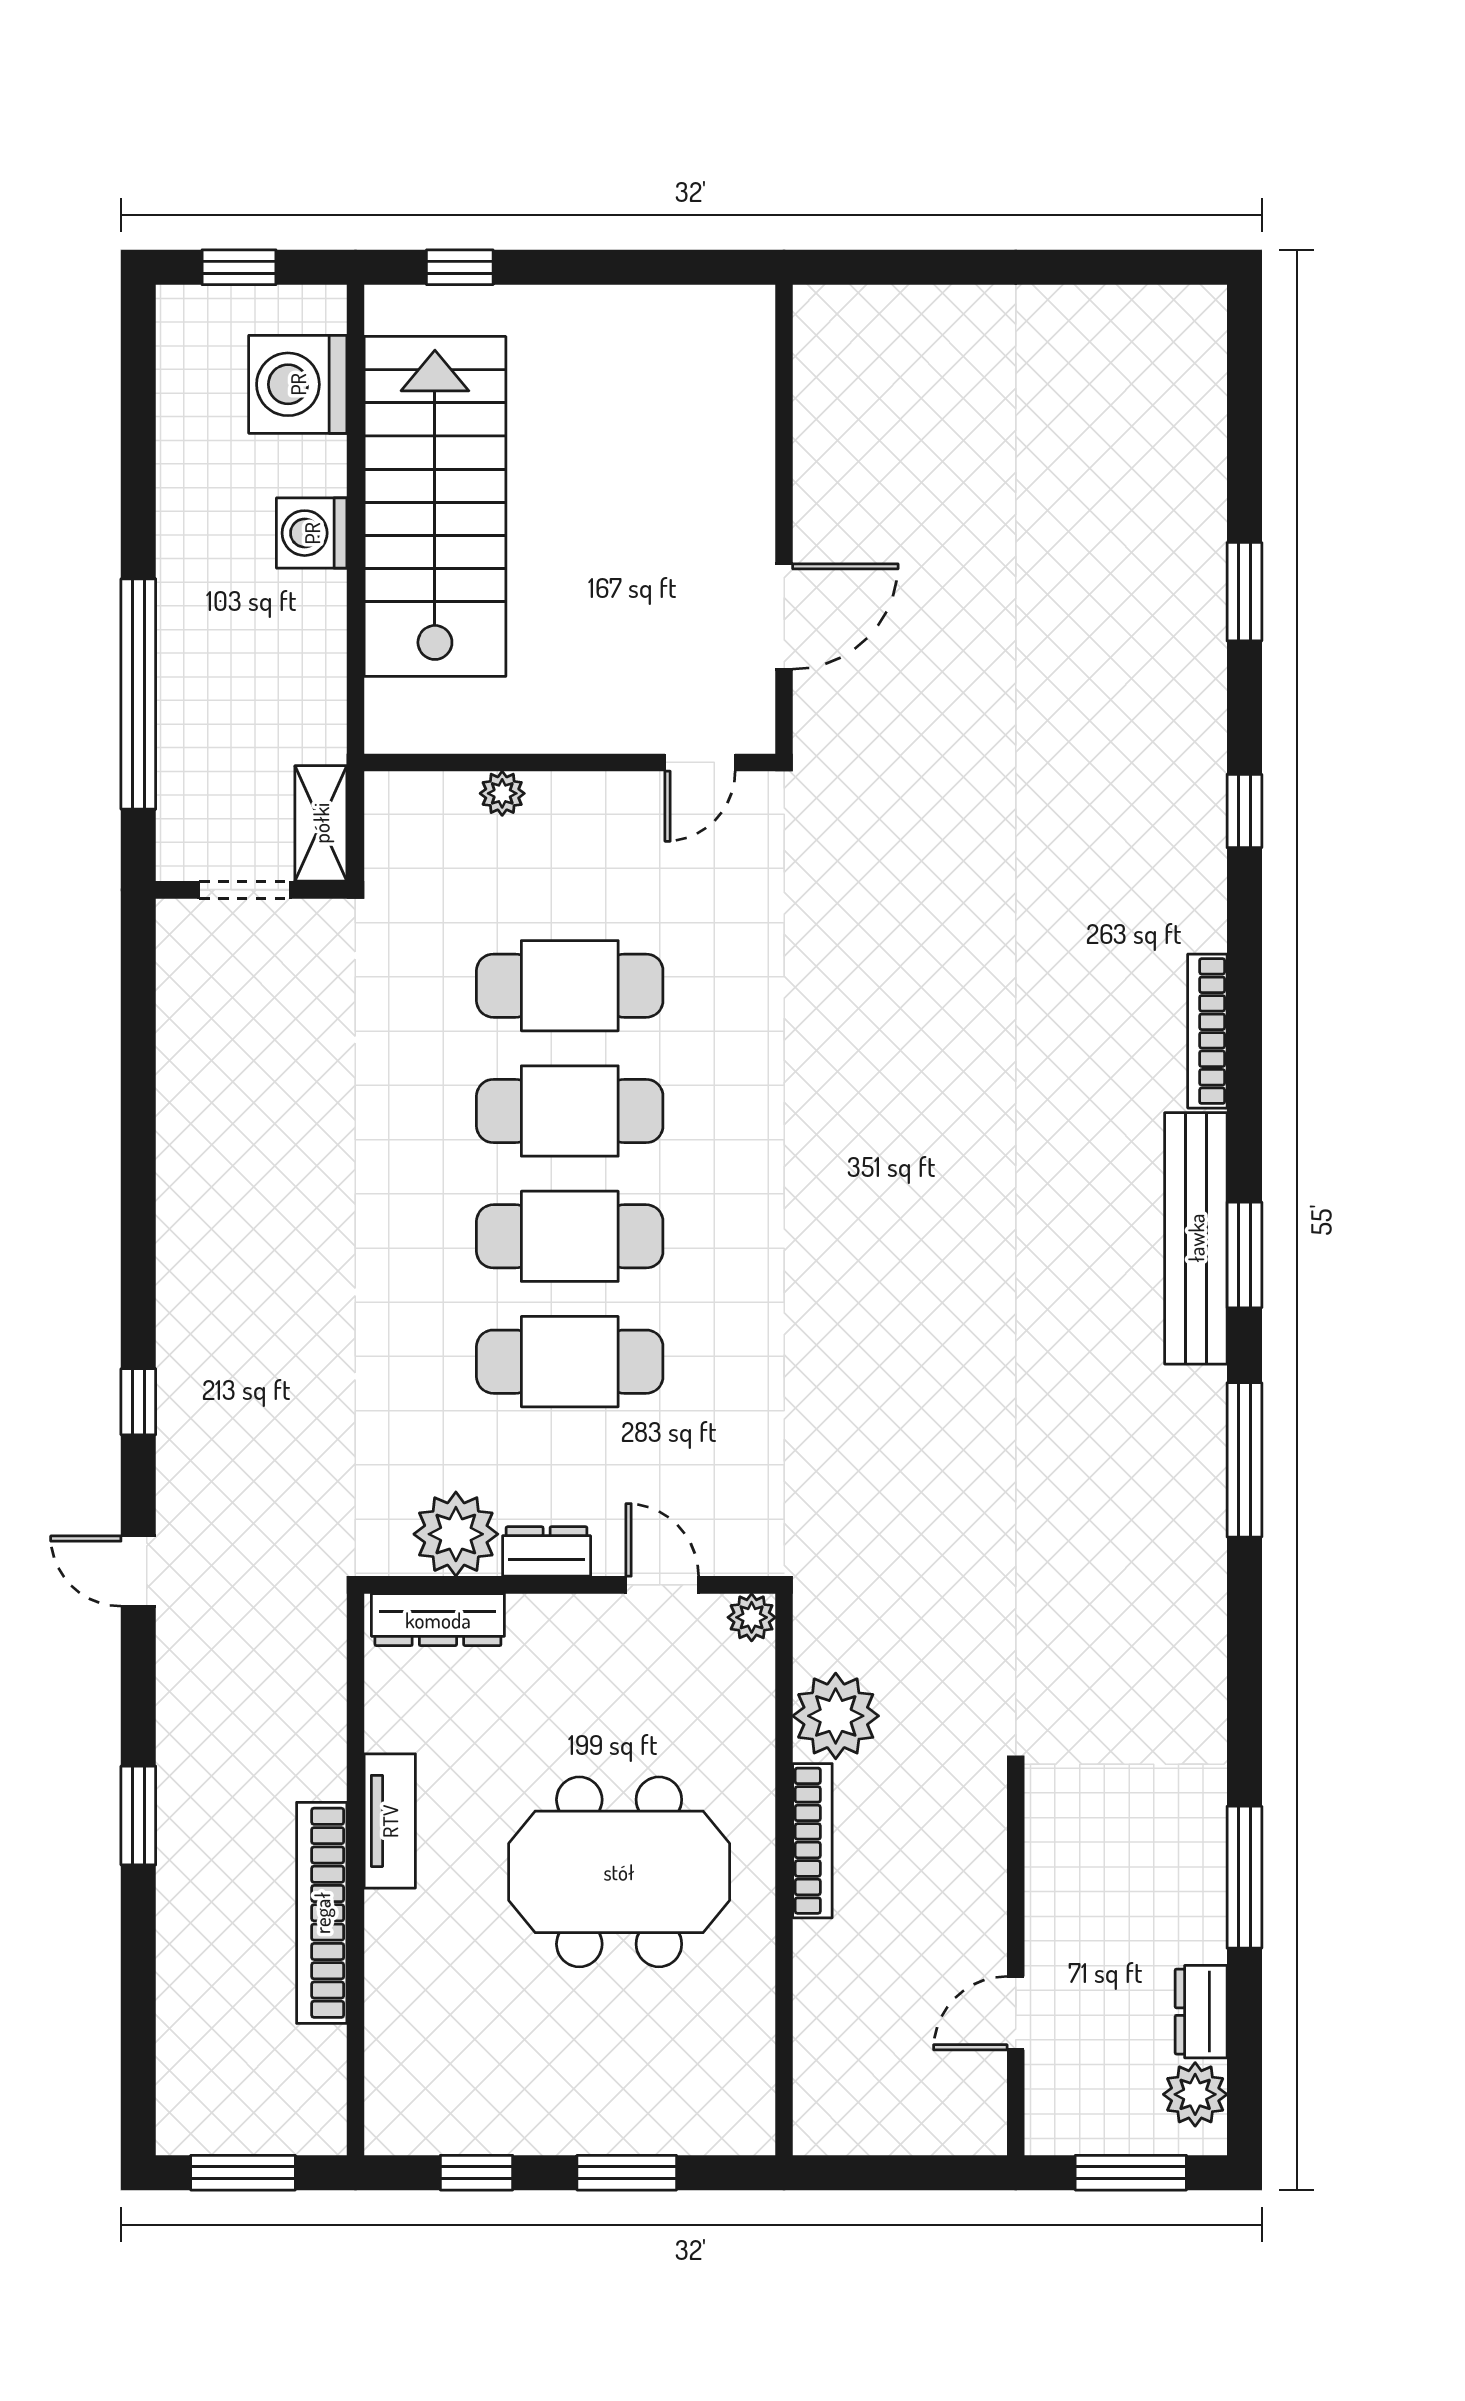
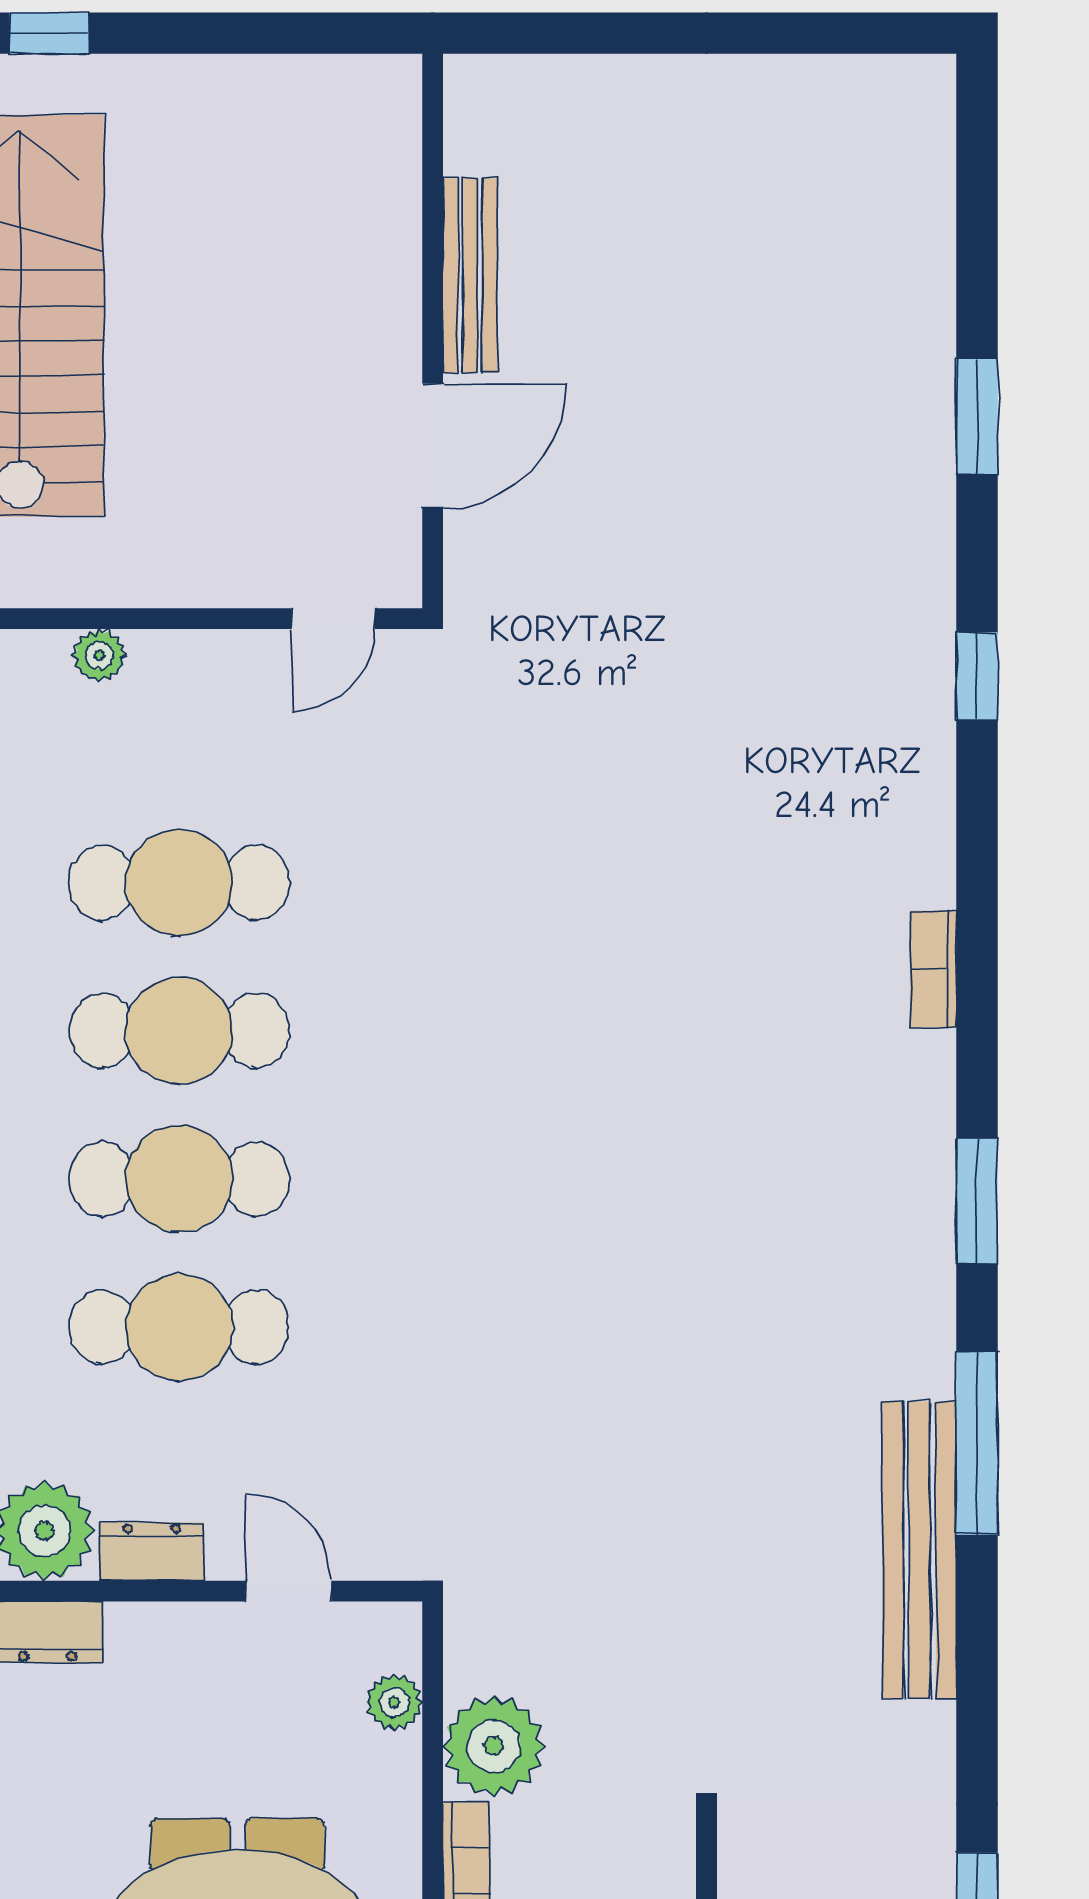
bench: (816, 472) -> (470, 275), added
bookcase: (1207, 1031) -> (933, 969), width x0.64
bench: (1196, 1238) -> (920, 1550), moved
plant: (752, 1617) -> (394, 1702), moved

